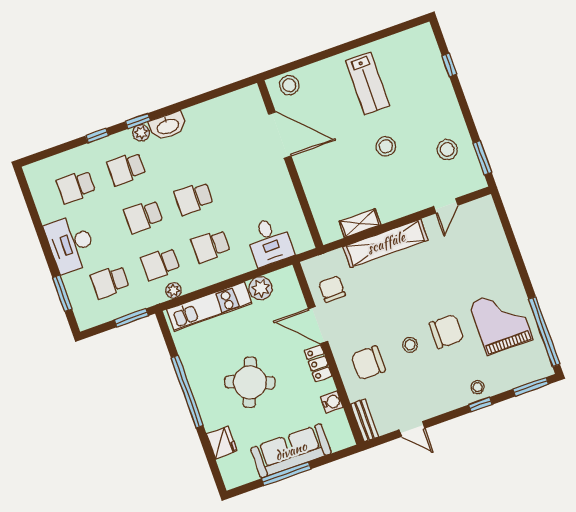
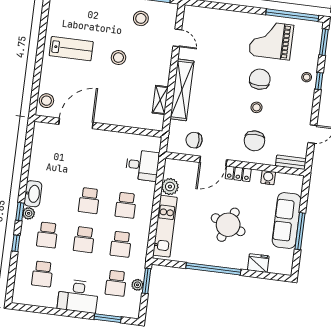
plant: (173, 290) -> (137, 285), moved

